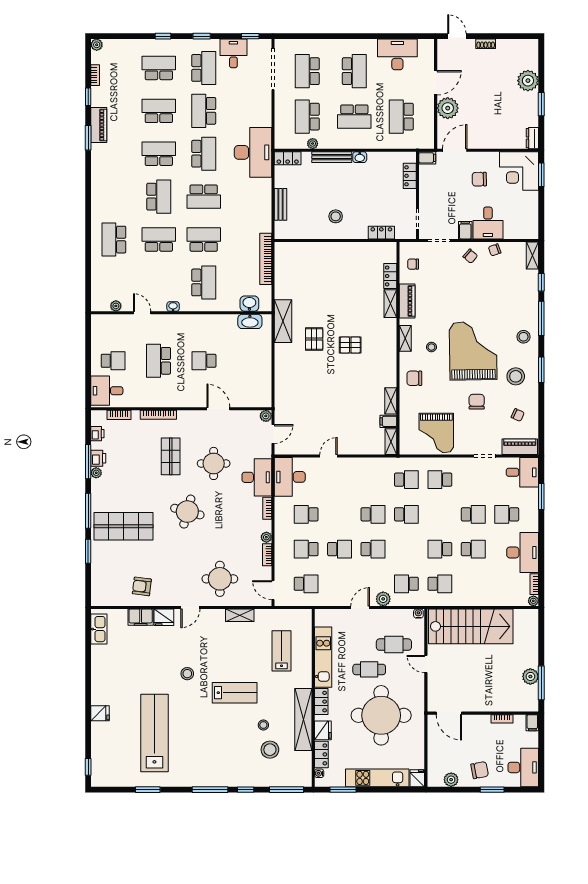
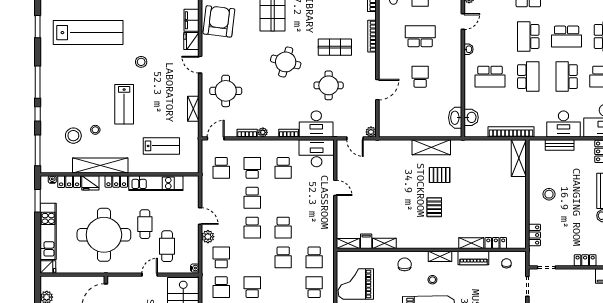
desk: (257, 200) -> (563, 124), added
school desk: (159, 240) -> (528, 36), turned 180
shelving: (295, 250) -> (519, 158), added
shelving: (283, 321) -> (431, 147), moved
school desk: (306, 514) -> (283, 168), turned 180
armchair: (142, 586) -> (219, 21), width x1.88, depth x1.88

